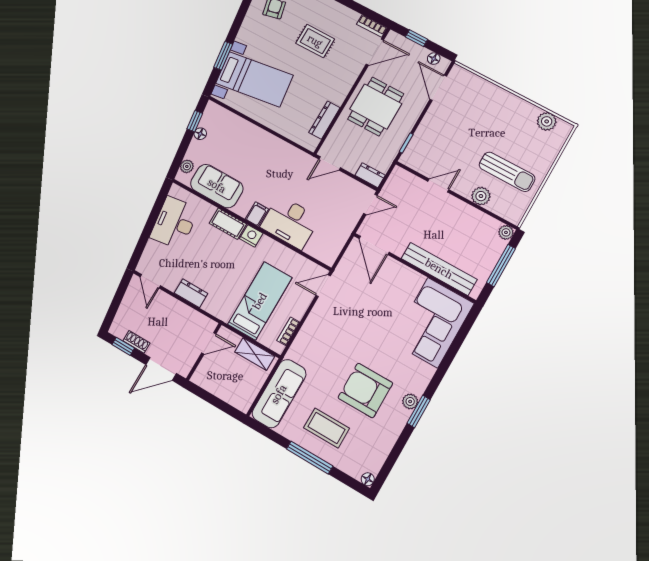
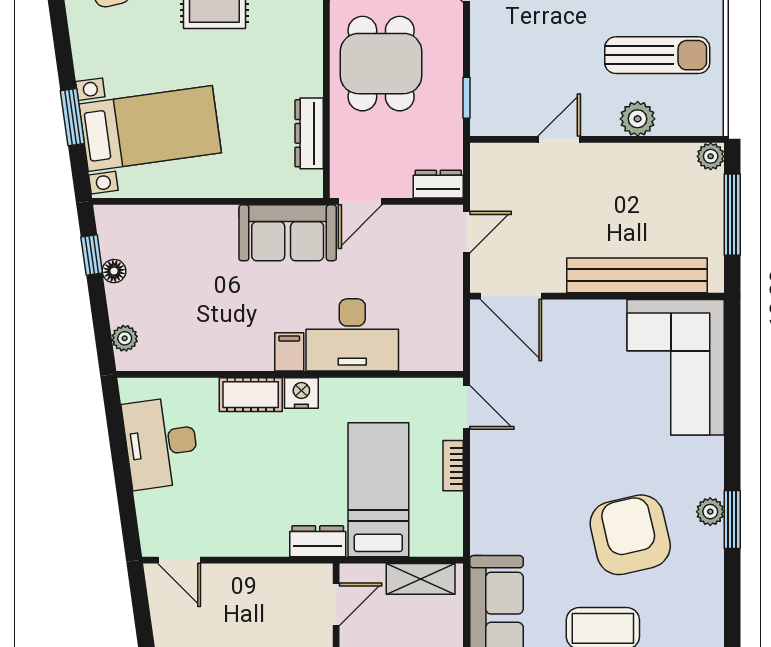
sofa: (217, 186) -> (288, 233), moved, turned 180
door: (323, 286) -> (467, 407), swing flipped
dresser: (191, 293) -> (318, 541), moved
bookcase: (288, 331) -> (453, 466), moved
armchair: (365, 390) -> (630, 535), turned 77

